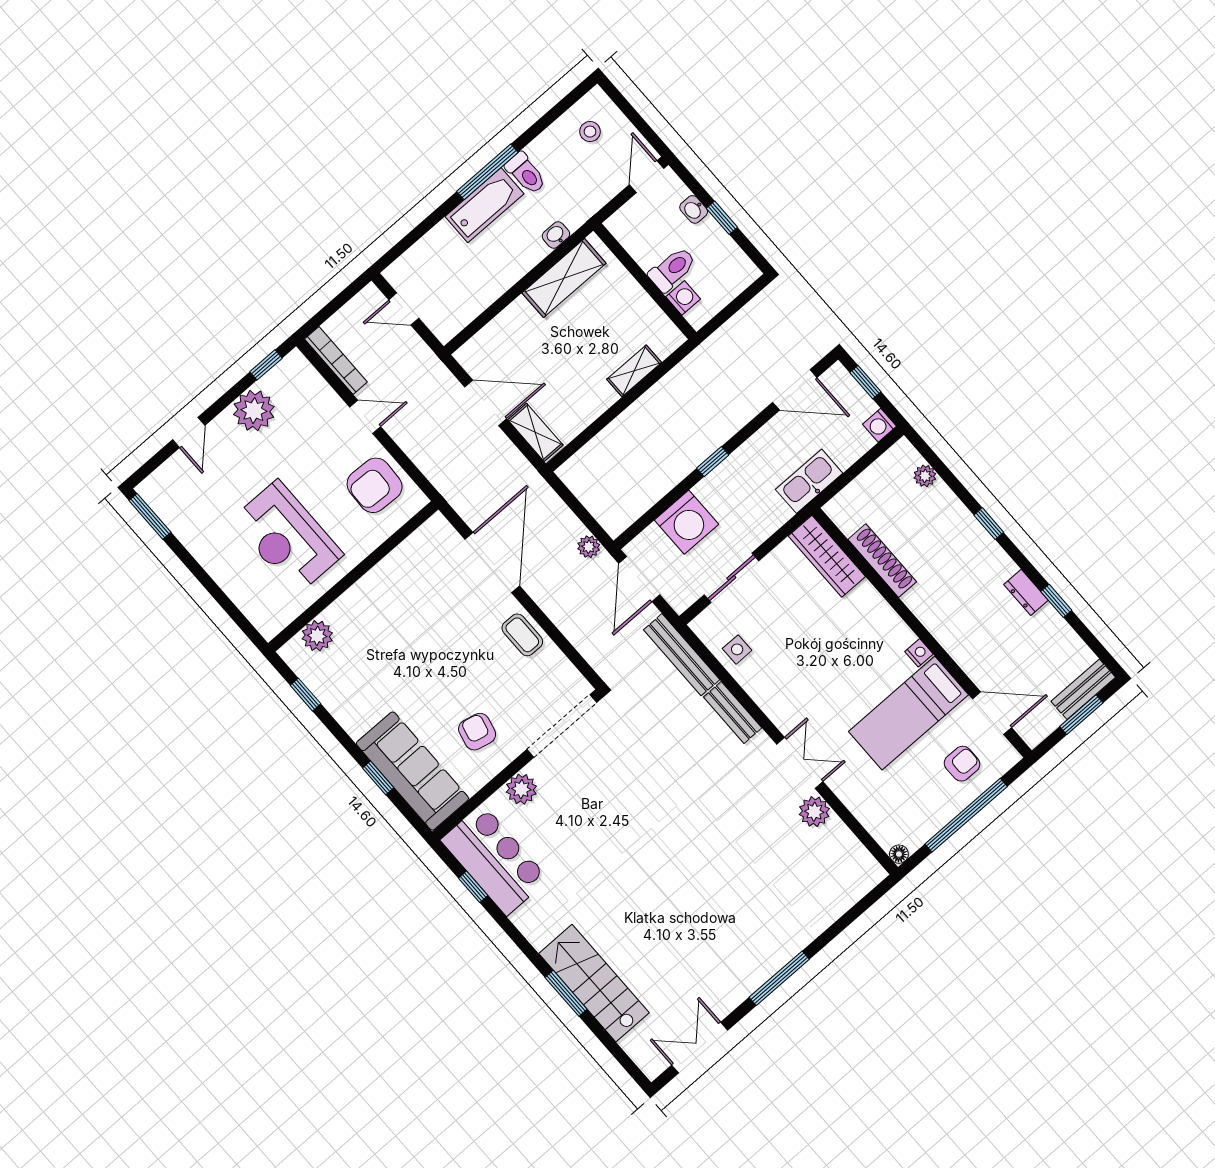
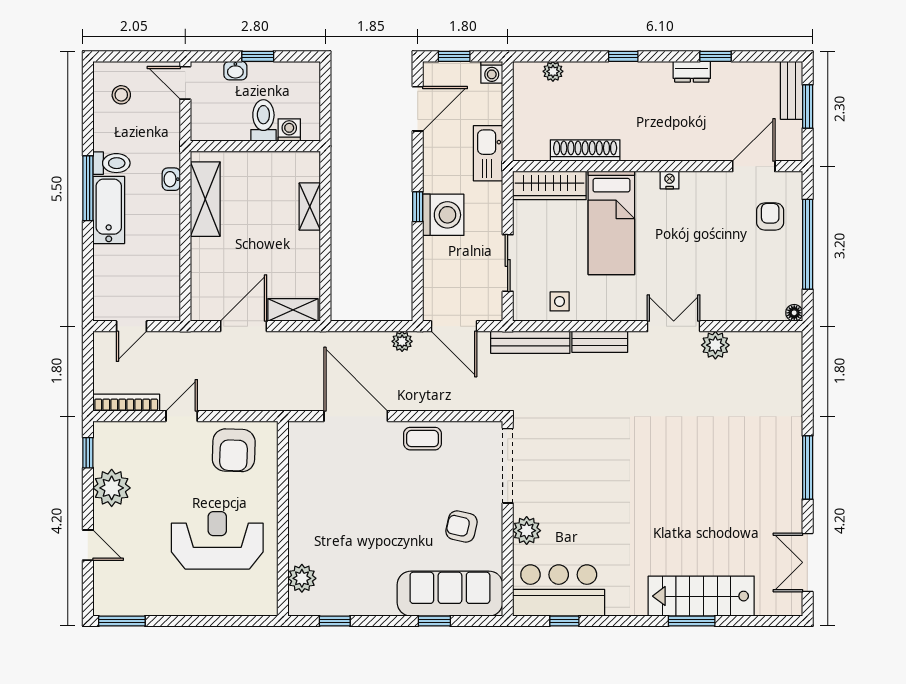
washing machine: (686, 522) -> (443, 215), moved
reception desk: (287, 537) -> (217, 540), turned 180
bed: (908, 713) -> (611, 223), moved

